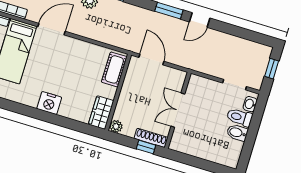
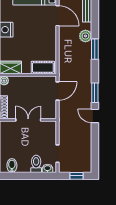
bidet: (237, 133) -> (12, 165), moved

